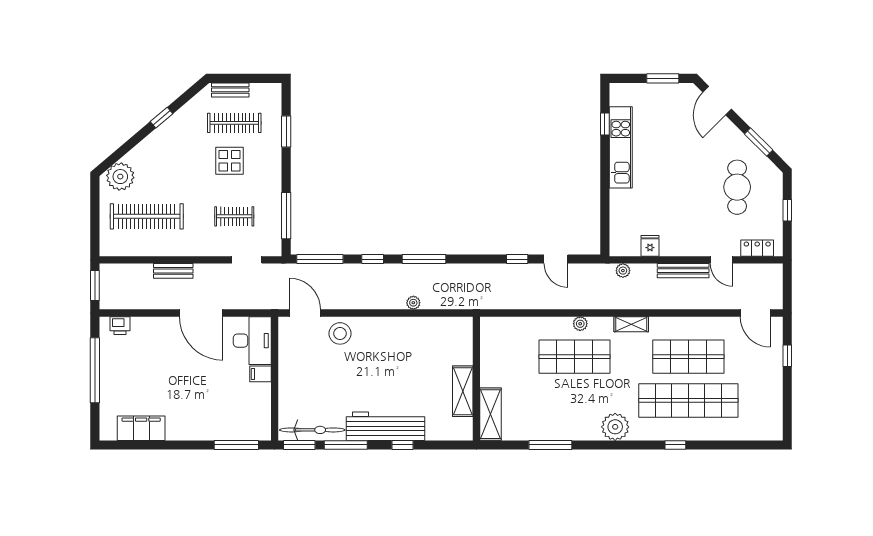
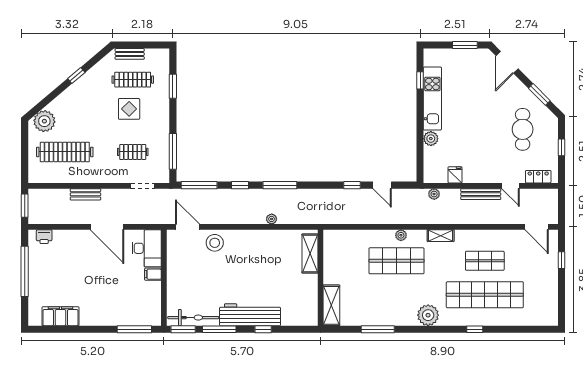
plant: (619, 199) -> (431, 139), added
shop shelf: (688, 357) -> (485, 261), width x0.70, depth x0.74
shelving: (463, 391) -> (310, 254), moved

